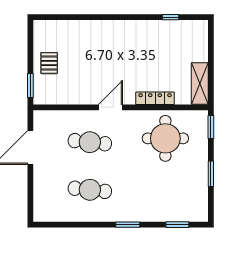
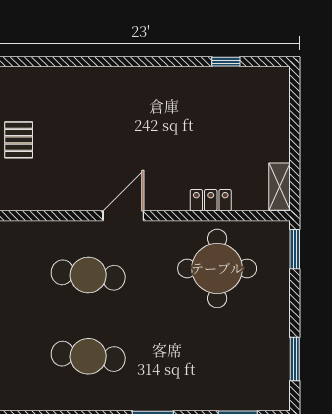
shelving: (200, 83) -> (279, 187), width x0.67, depth x0.75
locker: (155, 98) -> (211, 200), width x0.66
window: (211, 174) -> (295, 359), moved

